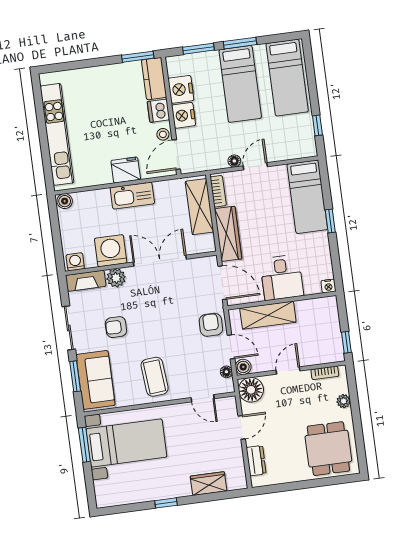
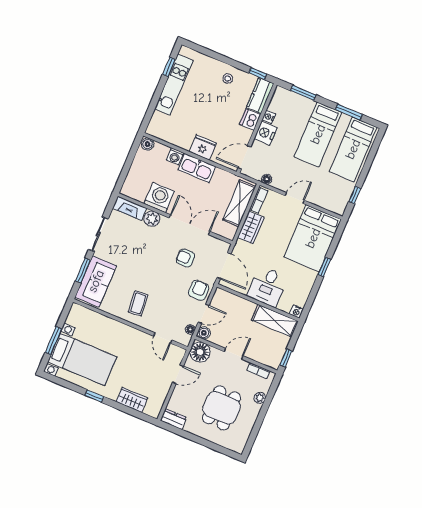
window: (240, 43) -> (349, 112), moved
window: (138, 57) -> (258, 74), width x0.67
nightstand: (181, 89) -> (269, 117), width x0.53, depth x0.56
window: (39, 105) -> (169, 67), added
kitchen unit: (57, 134) -> (174, 85), width x0.73
stool: (163, 134) -> (228, 78), moved
floor lamp: (234, 161) -> (267, 179), moved
bed: (307, 197) -> (313, 238), width x1.50
wardrobe: (228, 234) -> (251, 227), width x0.67
washing machine: (75, 262) -> (175, 156), moved, turned 180
shelving: (268, 315) -> (275, 321), moved
armchair: (116, 327) -> (185, 258), moved
door: (231, 347) -> (204, 314), hinge flipped
coffee table: (155, 377) -> (138, 303), width x0.73, depth x0.77
bed with nightstands: (126, 443) -> (82, 359), moved
window: (84, 445) -> (53, 341), moved
dining table: (328, 449) -> (222, 408), moved
dresser: (256, 461) -> (173, 419), moved, turned -90

